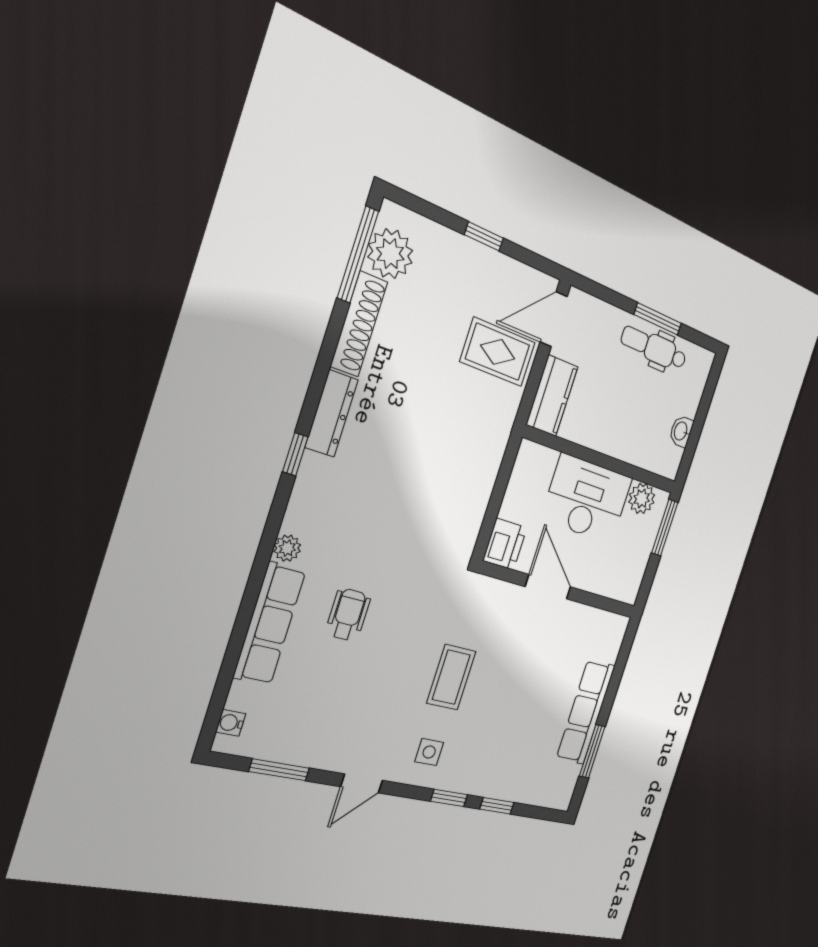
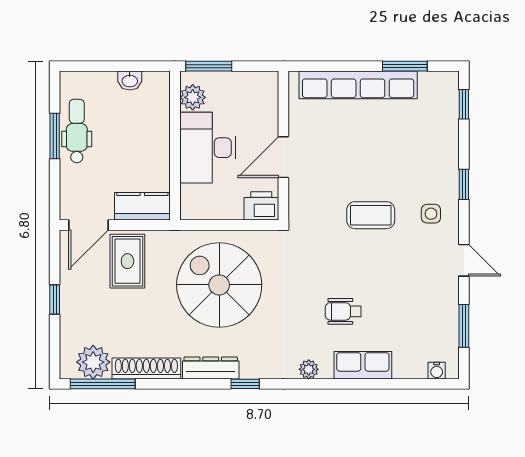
door: (554, 319) -> (89, 225), hinge flipped
dental chair: (654, 348) -> (77, 131), turned 180
spiral stairs: (432, 461) -> (219, 285), added
row of seats: (270, 624) -> (363, 365), width x0.68
row of seats: (586, 712) -> (358, 85), width x1.36
window: (497, 806) -> (464, 104), moved

